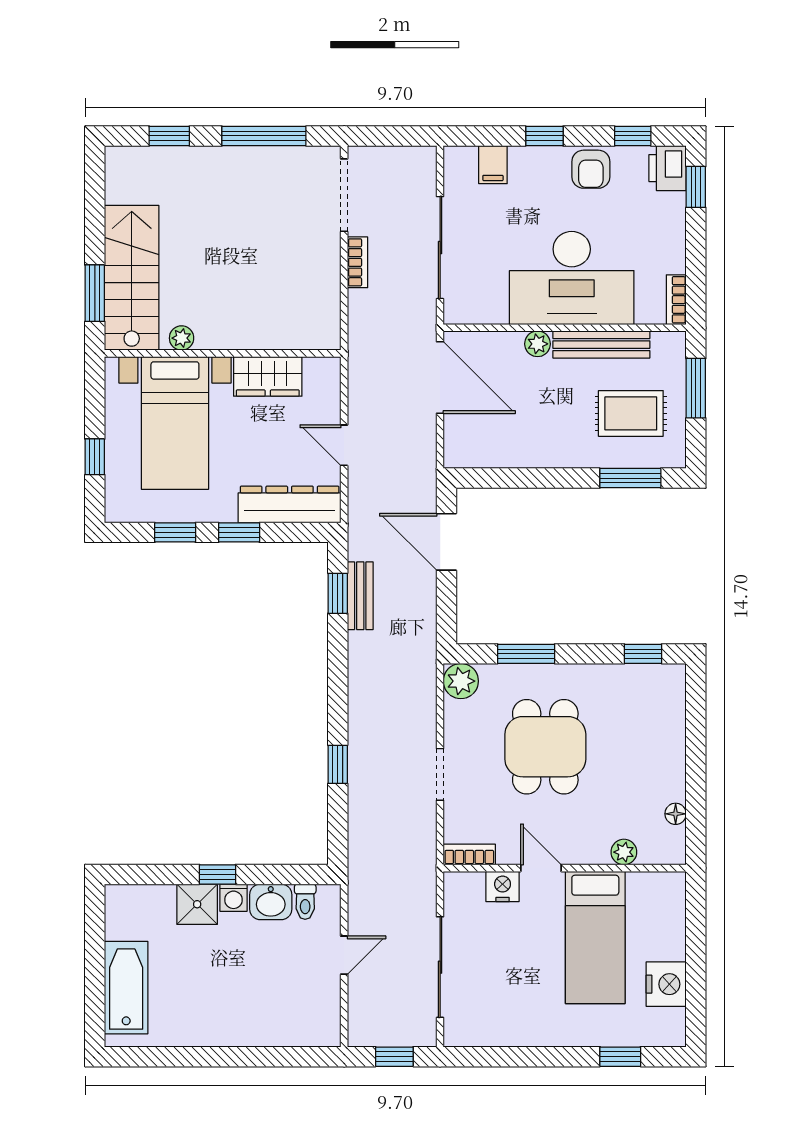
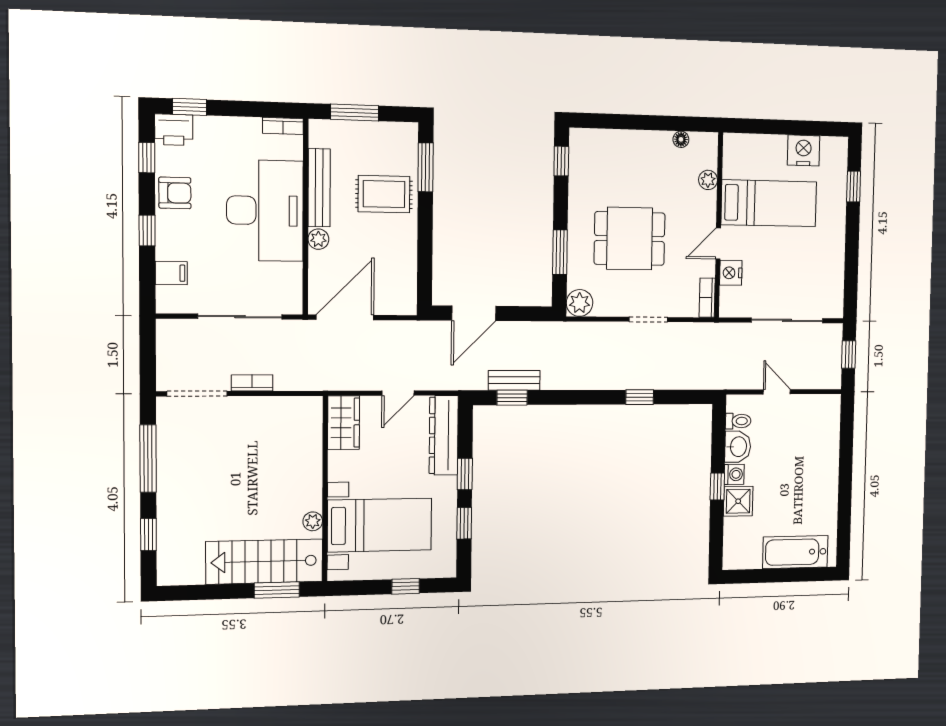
wardrobe: (268, 376) -> (344, 423), moved
rug: (631, 413) -> (384, 194), moved, turned 90

